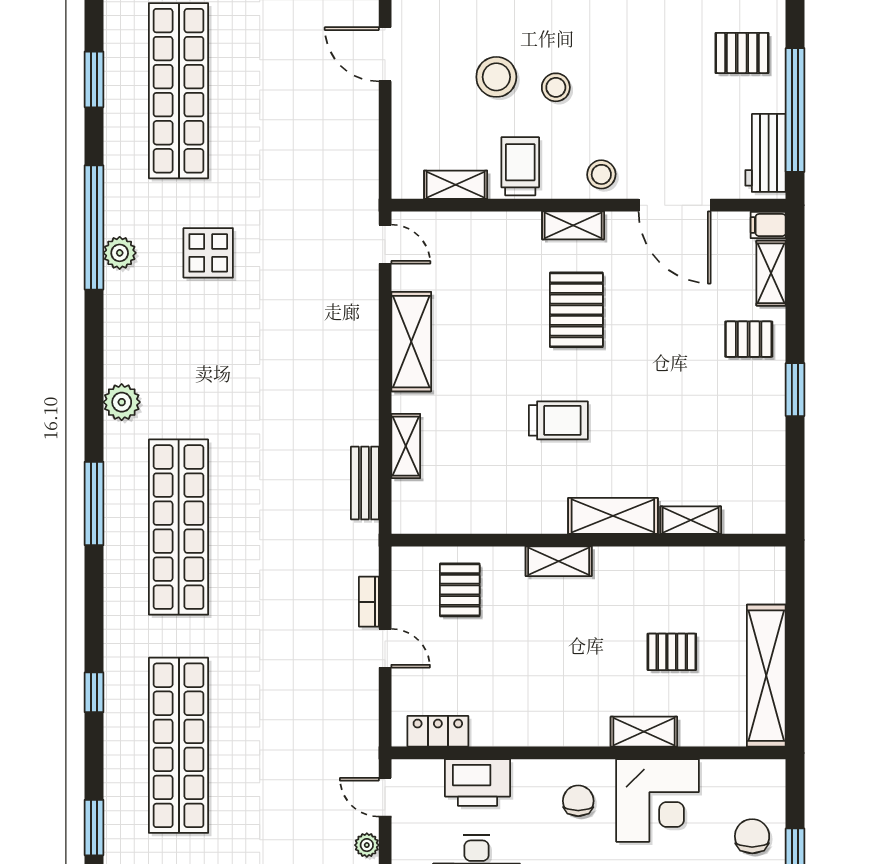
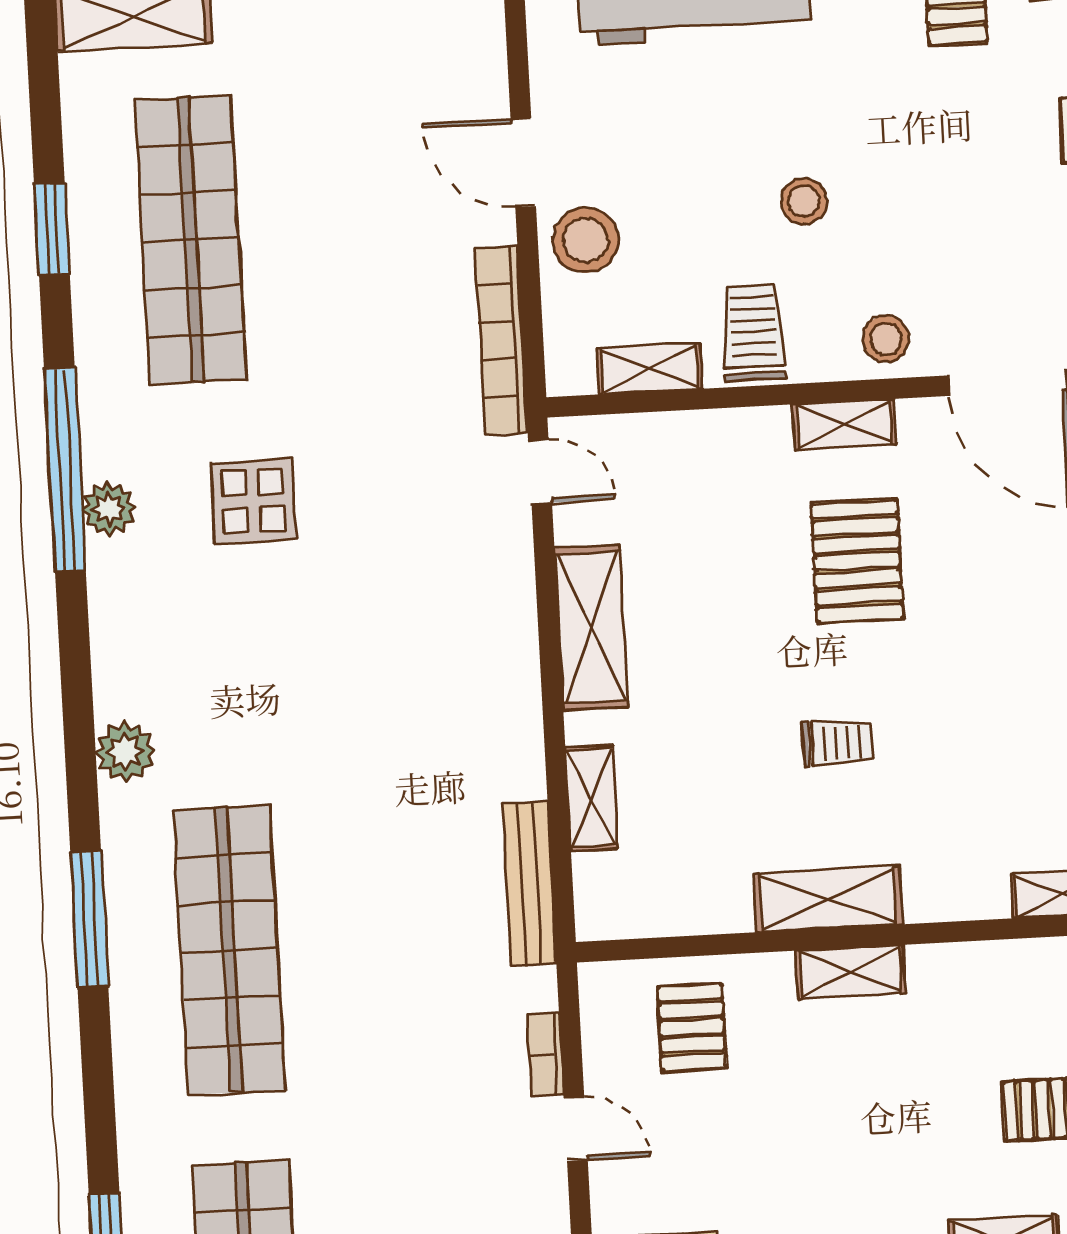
stool: (496, 77) -> (586, 240), moved
bookcase: (366, 163) -> (501, 340), added
trolley: (558, 420) -> (837, 743), width x0.73, depth x0.72
bench: (365, 483) -> (529, 883), width x1.36
shelving: (613, 516) -> (828, 899), moved

